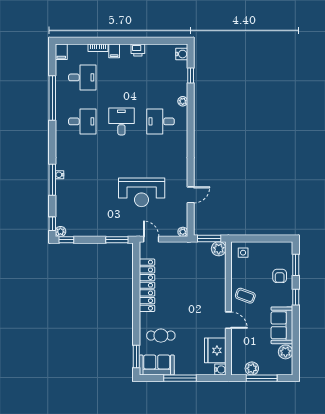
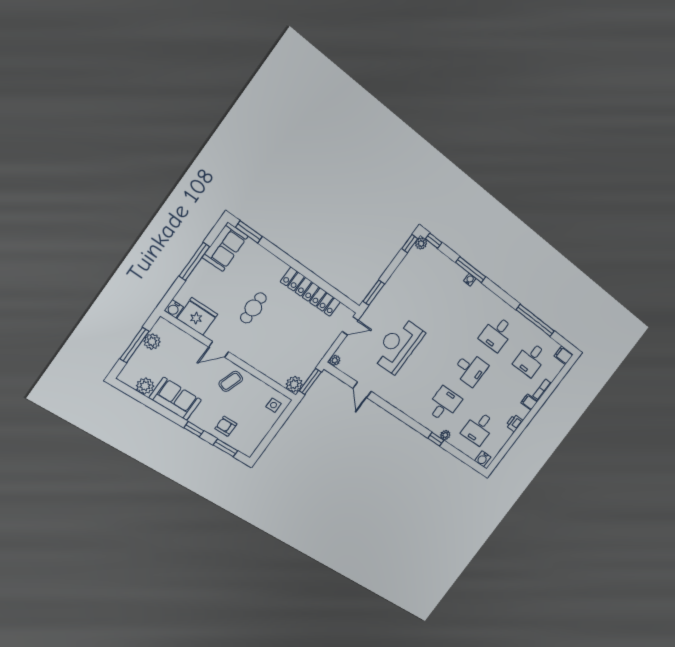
window: (191, 75) -> (436, 439), moved
desk: (161, 77) -> (479, 428), added
cafe table: (161, 336) -> (253, 308), moved

